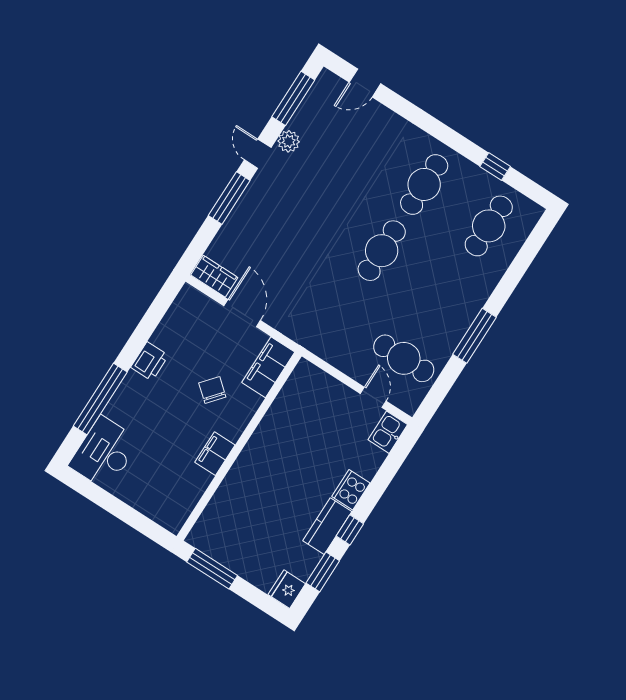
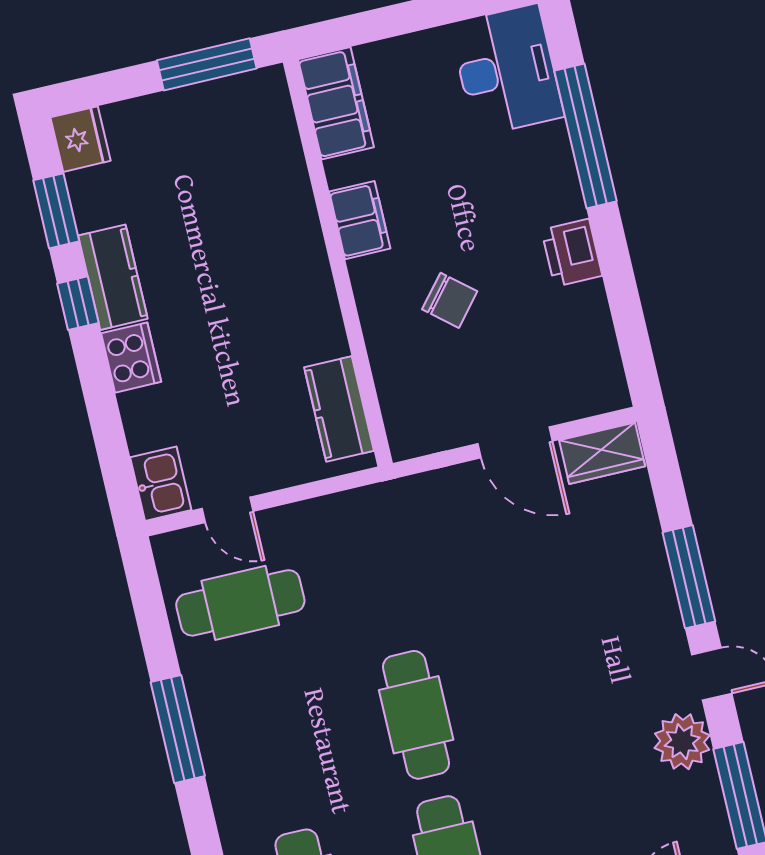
plant: (289, 141) -> (682, 742), width x1.36, depth x1.36
filing cabinet: (268, 367) -> (336, 103), moved
kitchen counter: (294, 392) -> (339, 409), added

